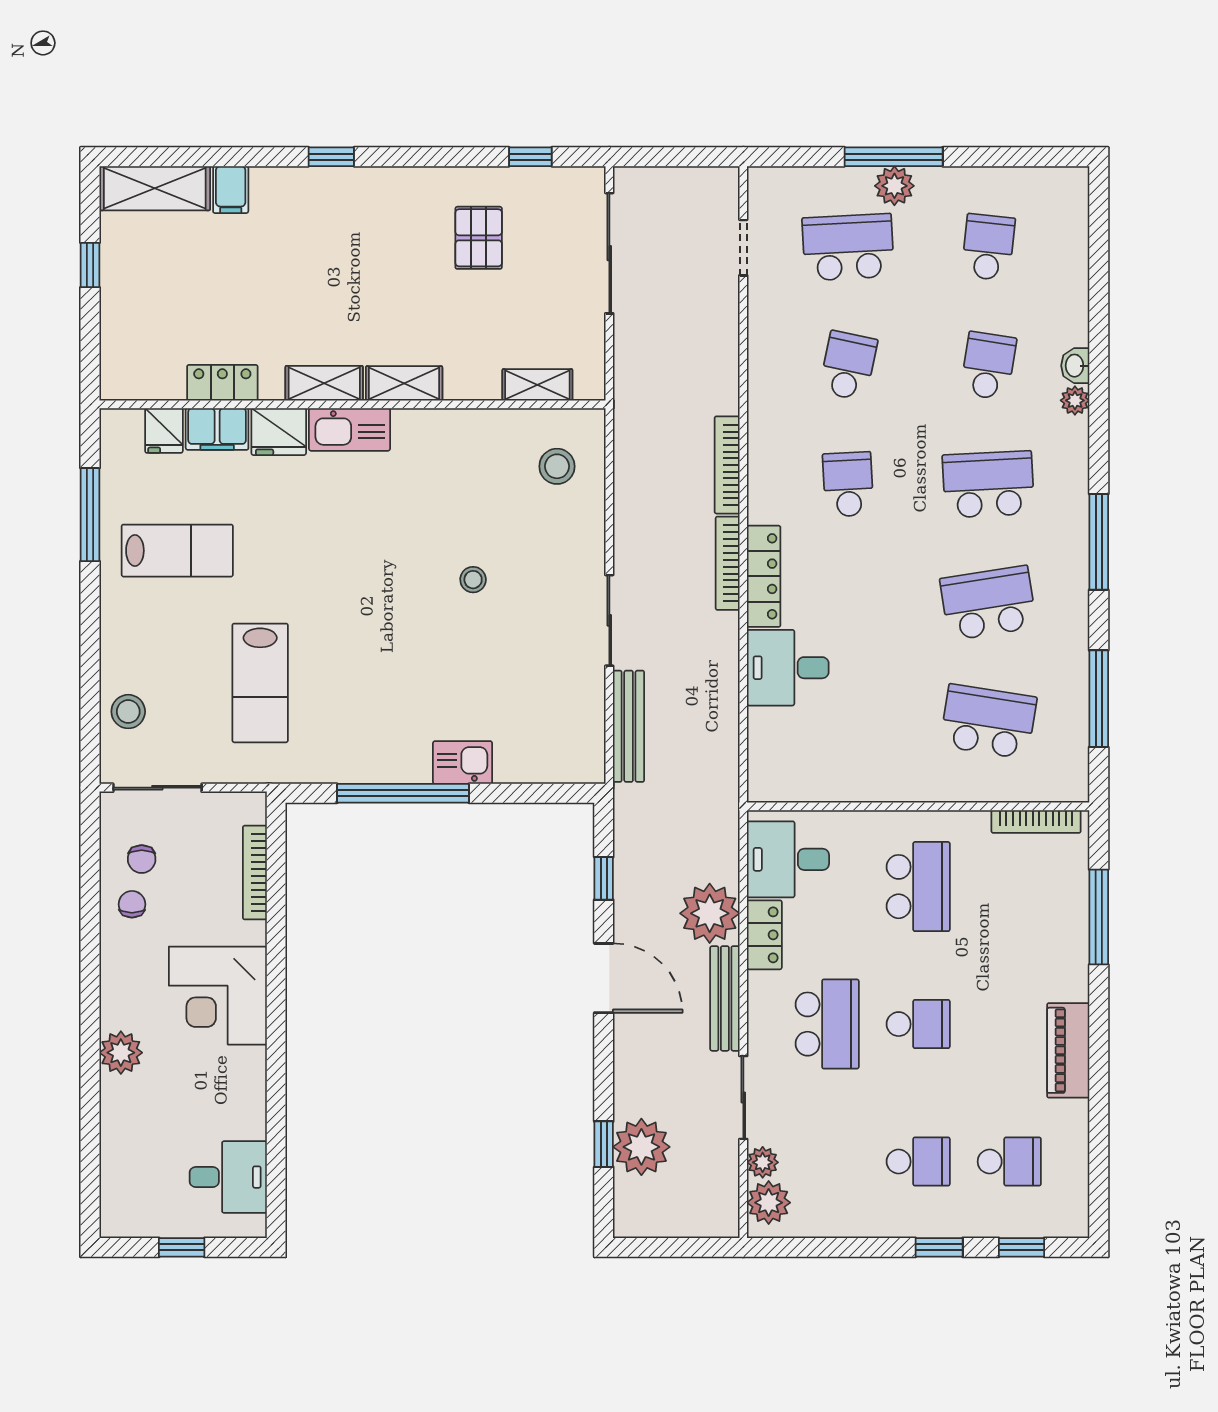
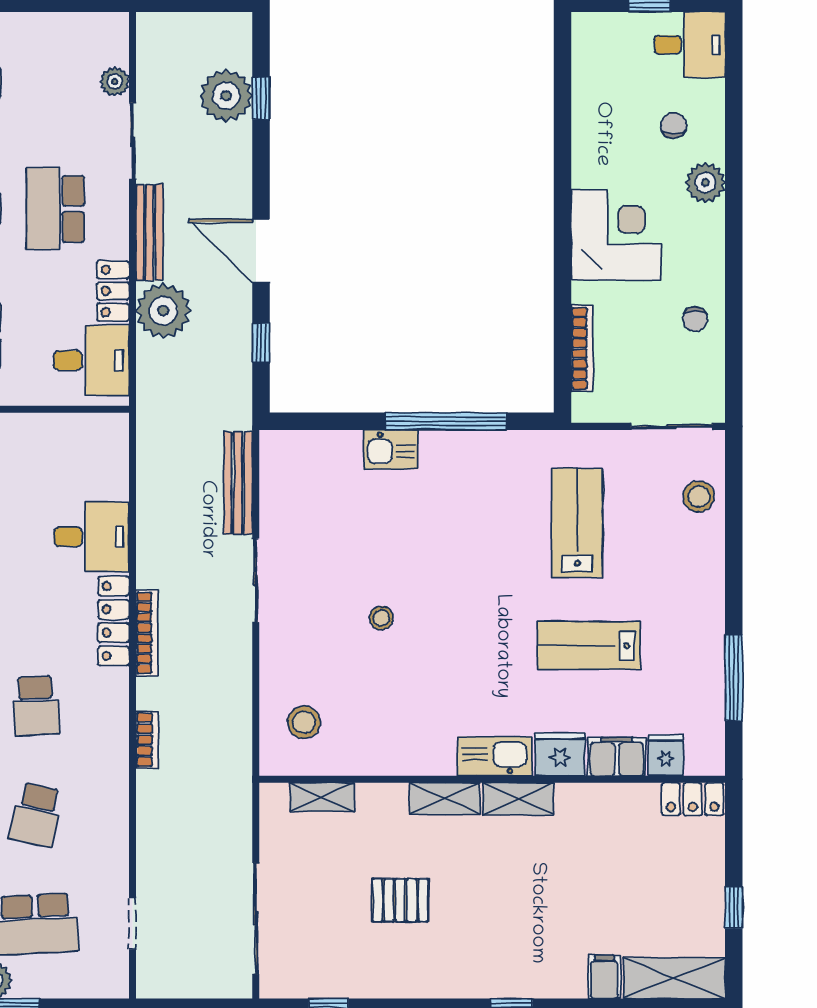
pallet: (479, 238) -> (400, 900), moved, turned 90
locker: (222, 383) -> (693, 799), moved
bookcase: (727, 465) -> (147, 740), width x0.64
lab bench: (177, 551) -> (589, 646), moved
chair: (142, 859) -> (674, 125), moved
desk: (228, 1177) -> (690, 45), moved, turned 180
plant: (769, 1203) -> (109, 45), removed

